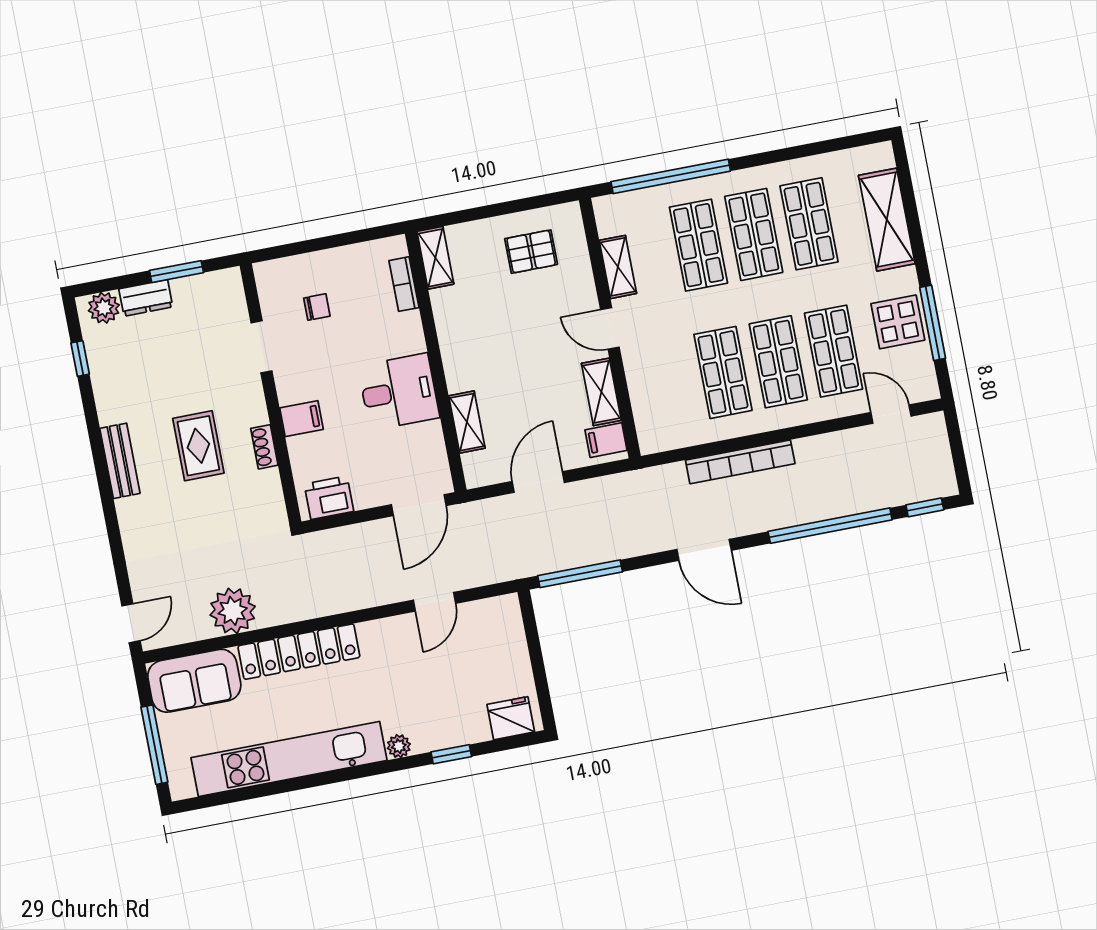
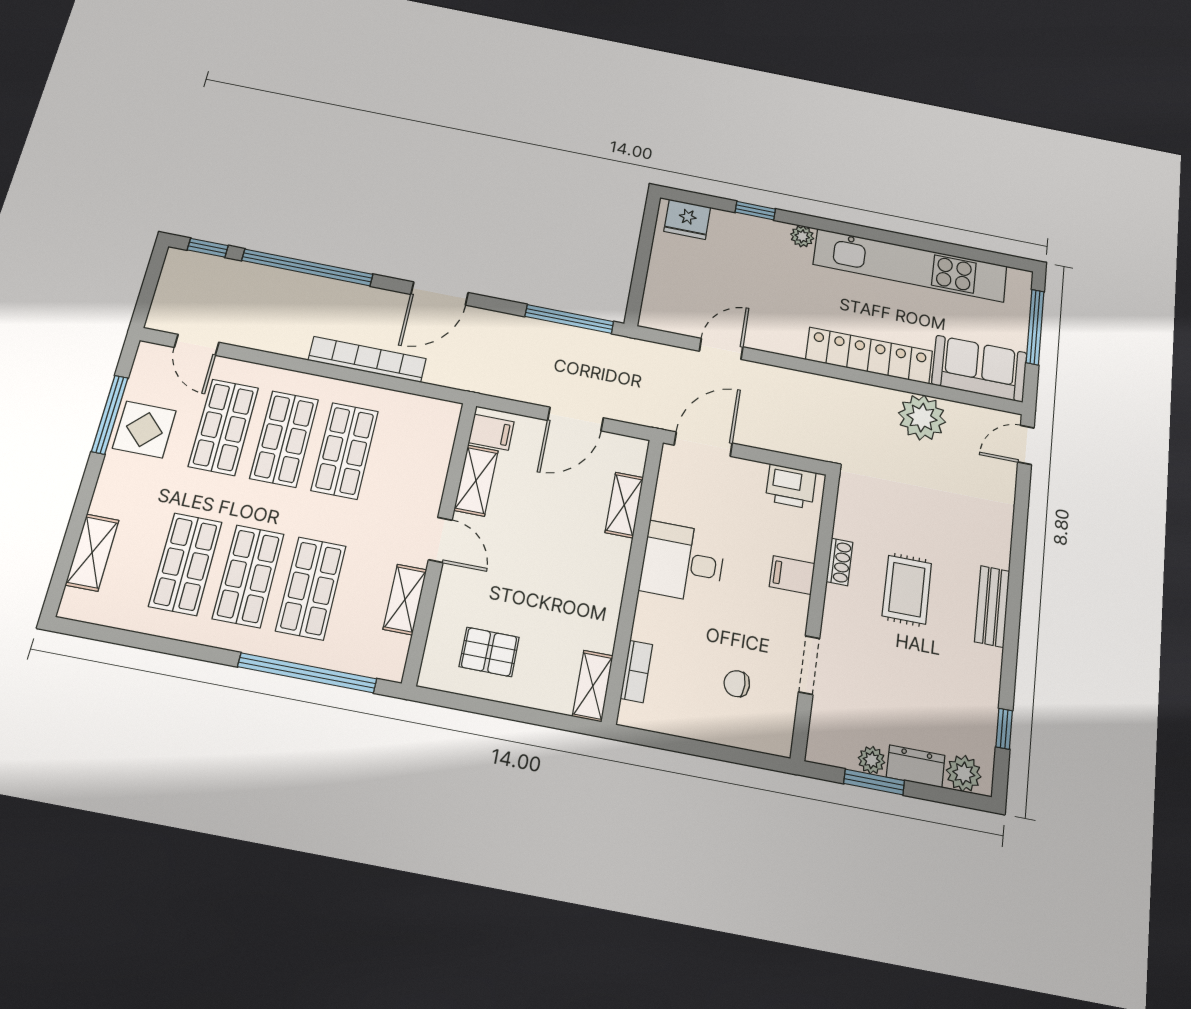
shelving: (887, 220) -> (92, 552), width x0.67, depth x0.75
plant: (184, 288) -> (872, 760), added
door: (704, 550) -> (440, 293), swing flipped

